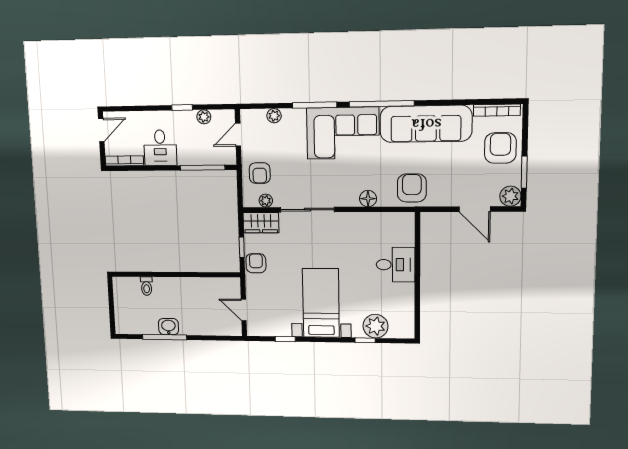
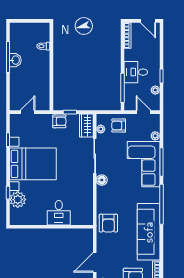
corner sofa: (343, 133) -> (144, 164), moved
desk: (160, 148) -> (136, 72), moved
armchair: (412, 188) -> (108, 223), turned 90
floor lamp: (368, 199) -> (102, 180), moved
bed with nightstands: (321, 303) -> (33, 164), width x1.36

